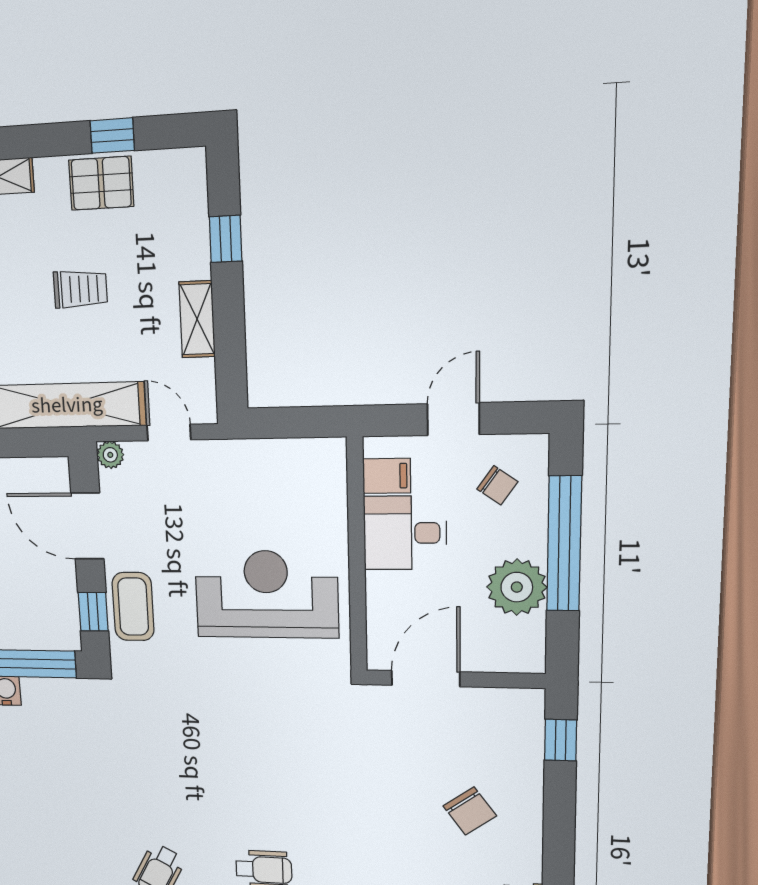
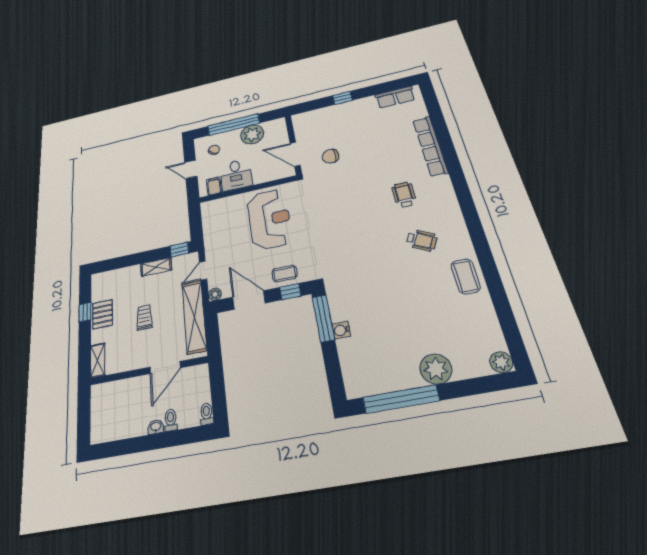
window: (226, 239) -> (179, 250), moved
door: (87, 526) -> (249, 300), swing flipped
reception desk: (266, 594) -> (269, 219), turned 180
coffee table: (133, 607) -> (285, 274), width x0.73, depth x0.77
window: (561, 740) -> (342, 98), moved
chair: (470, 811) -> (331, 156), moved, turned -143

